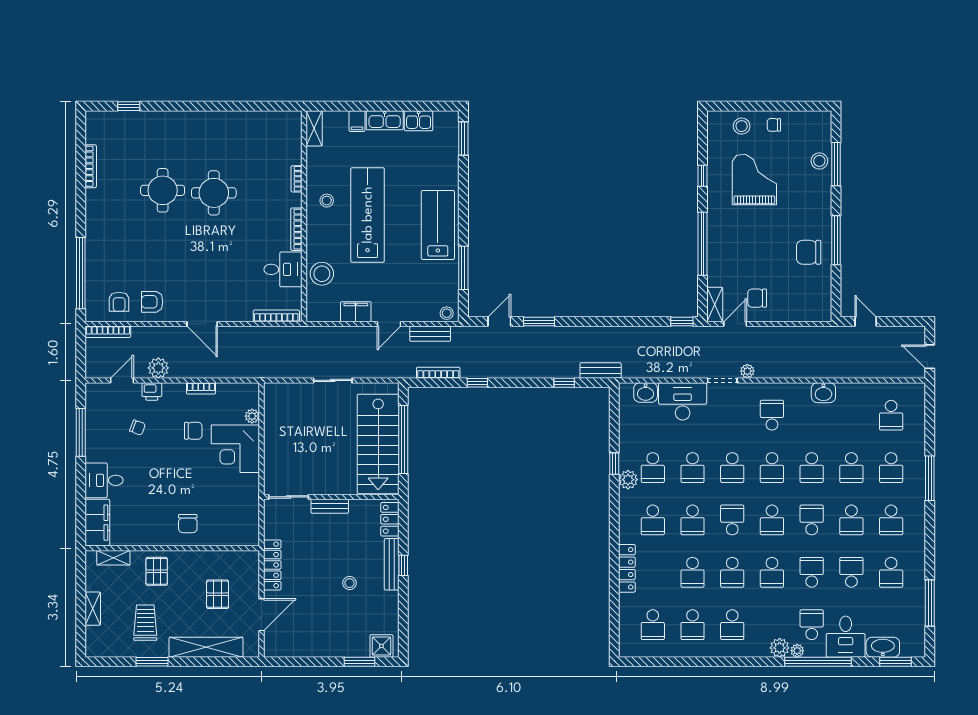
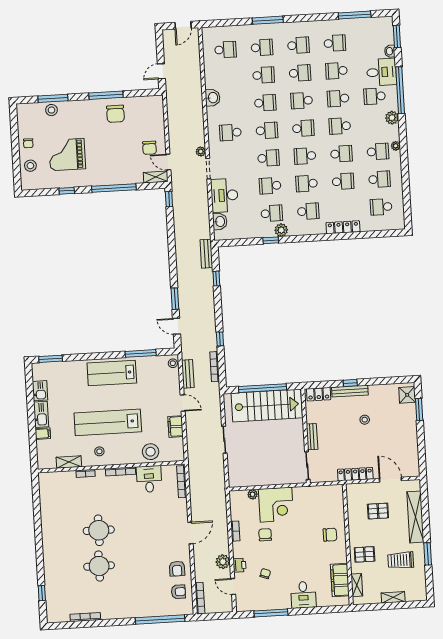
shelving: (314, 128) -> (69, 462), moved
school desk: (692, 468) -> (270, 186), turned 180
school desk: (692, 520) -> (307, 184), turned 180
filing cabinet: (97, 523) -> (340, 580), moved, turned -90
school desk: (772, 572) -> (340, 126), turned 180
school desk: (653, 625) -> (381, 207), turned 180
washbasin: (883, 647) -> (390, 51), width x0.52, depth x0.69
plant: (797, 651) -> (396, 146), moved

